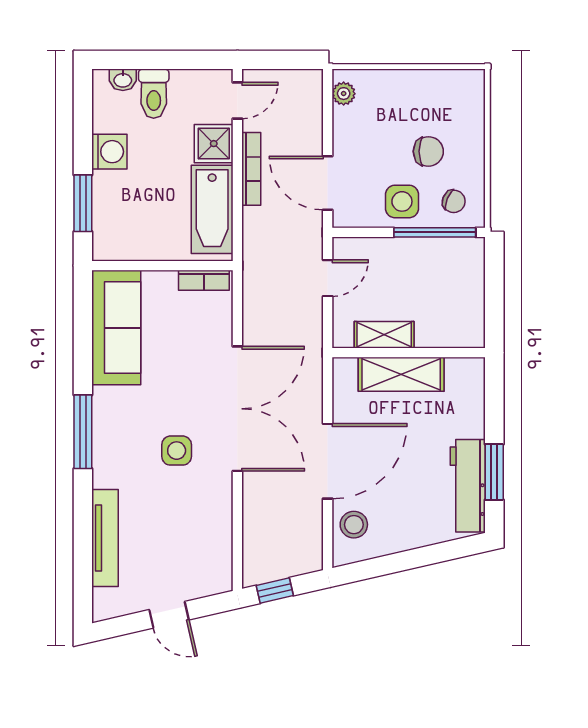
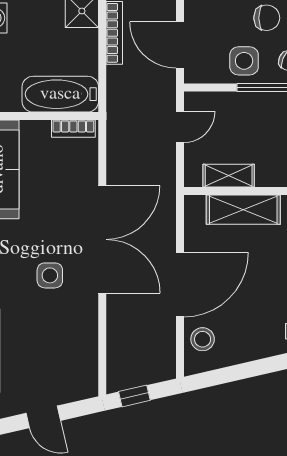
bathtub: (212, 209) -> (60, 94), moved, turned 90

